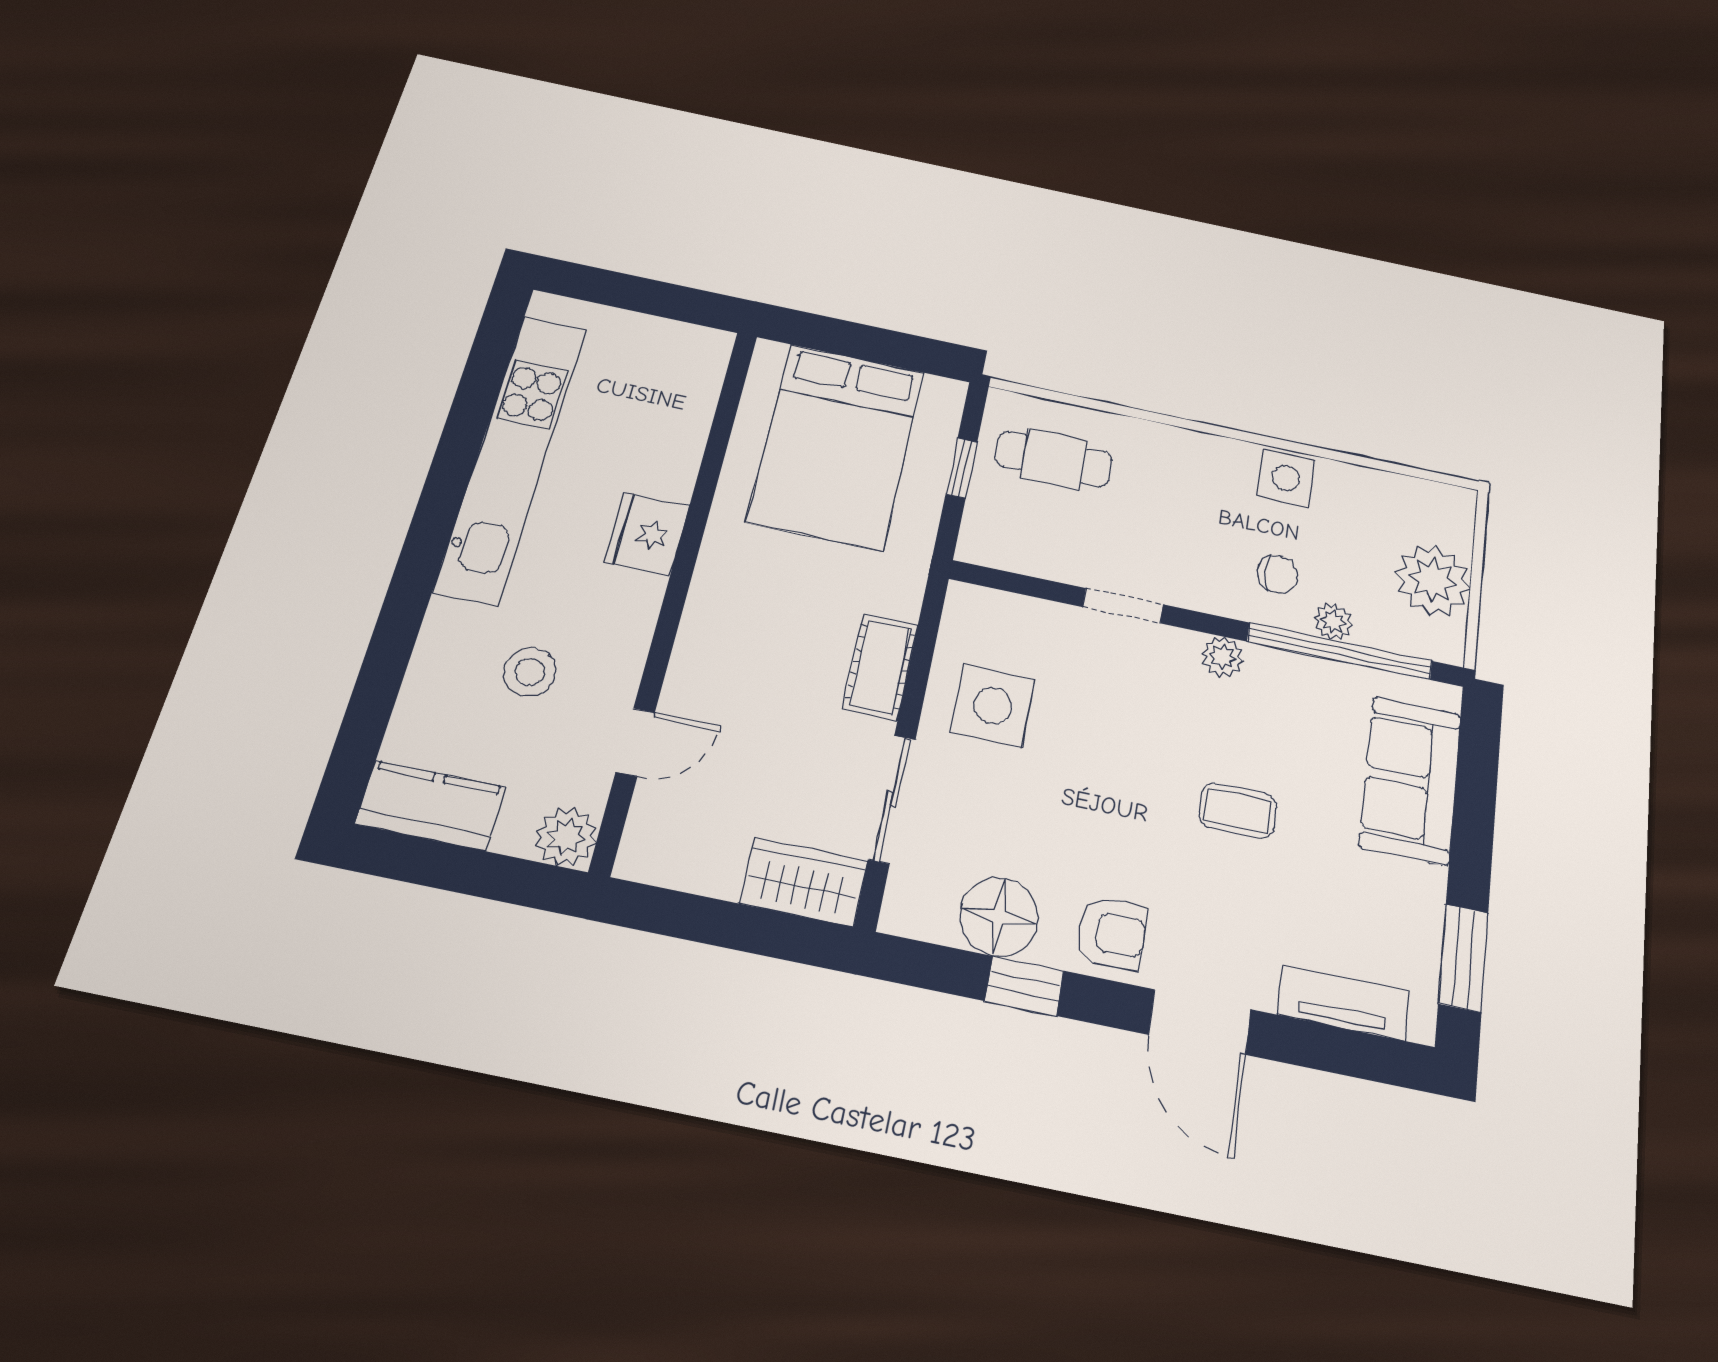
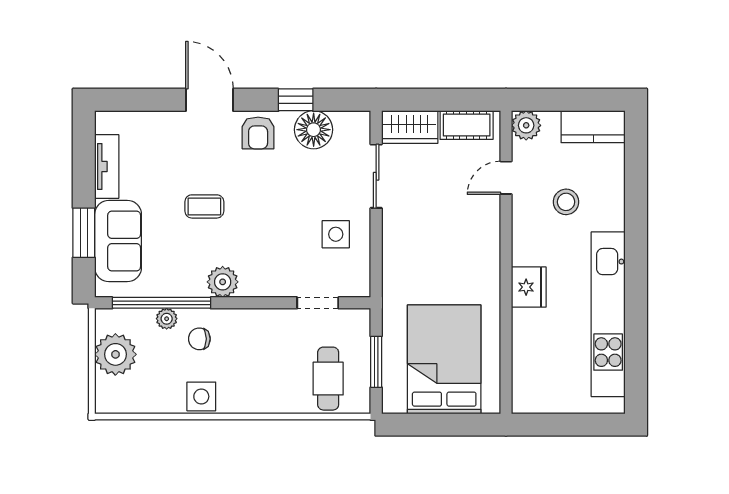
cafe table: (1054, 459) -> (328, 379), turned 90
window: (962, 468) -> (376, 362), width x1.50
doorway: (1123, 606) -> (318, 303), moved
plant: (1222, 657) -> (223, 282), width x1.38, depth x1.38
cot: (880, 666) -> (467, 125), moved, turned 90
side table: (993, 706) -> (336, 234), width x0.73, depth x0.73
armchair: (1112, 933) -> (258, 133), turned -90
window: (1463, 958) -> (84, 233), moved
tv unit: (1343, 1003) -> (107, 167), moved, turned -90

